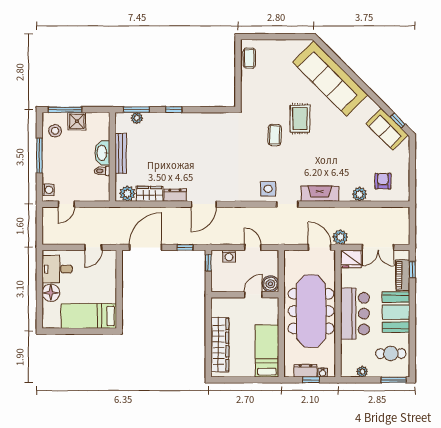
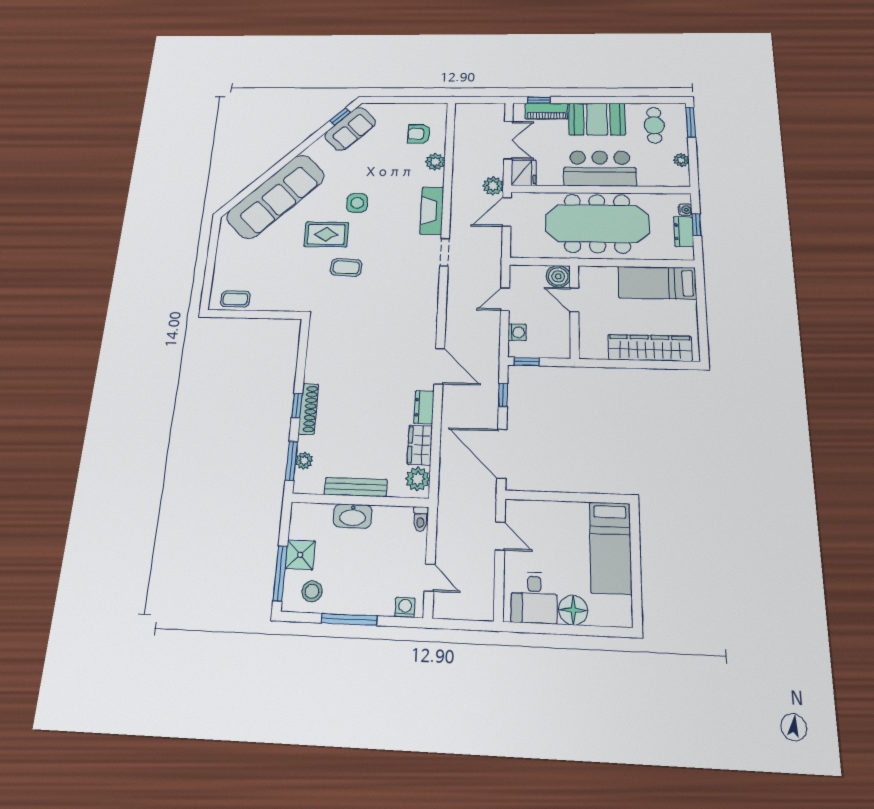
shoe rack: (172, 118) -> (308, 409), added
toilet: (102, 171) -> (421, 519), moved
side table: (268, 189) -> (357, 203), moved

